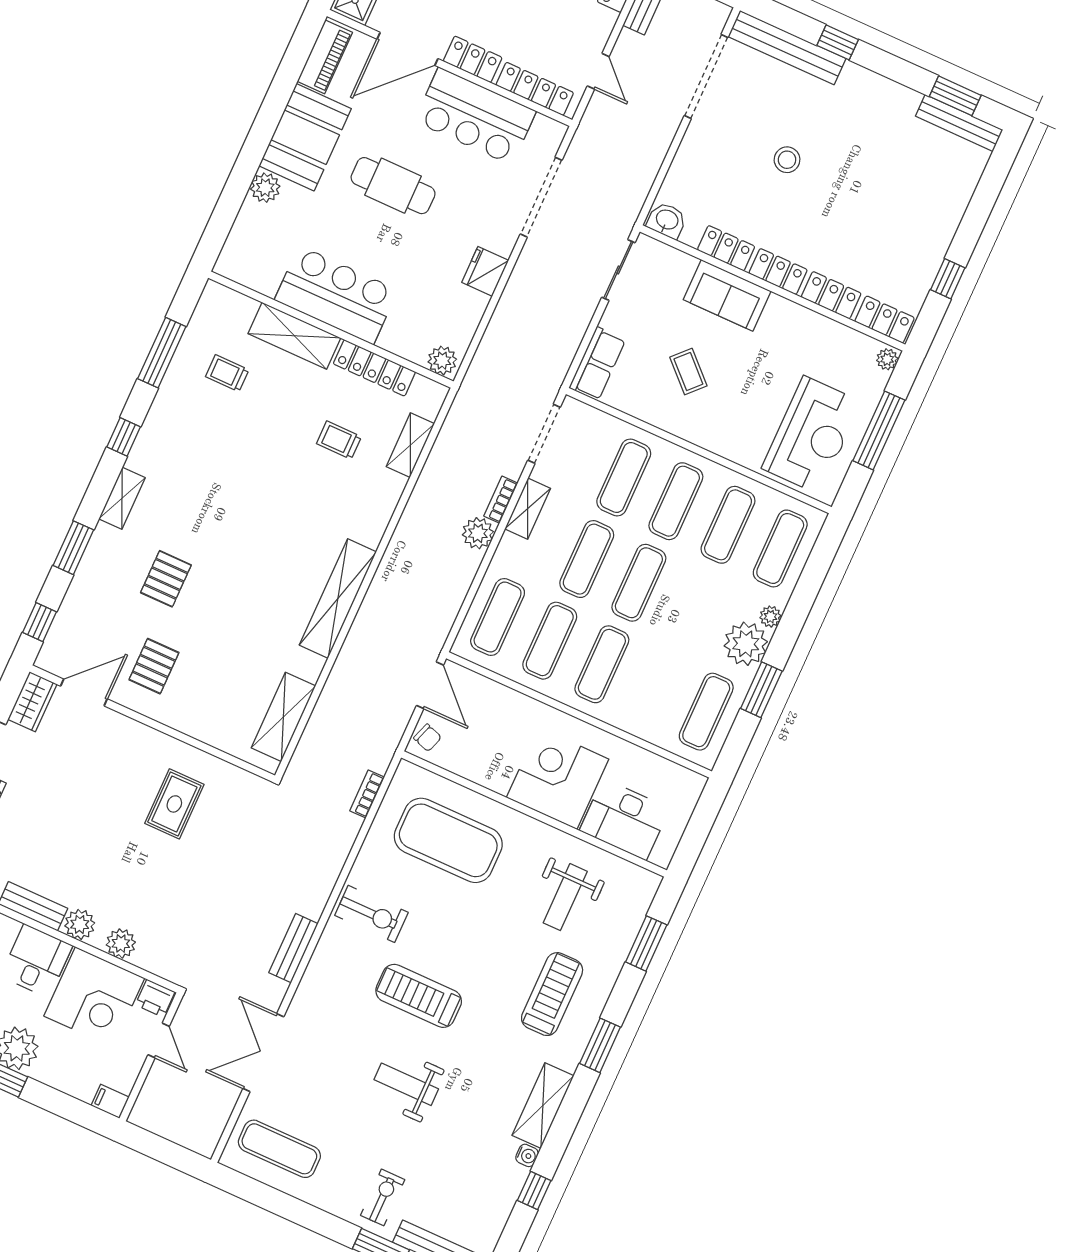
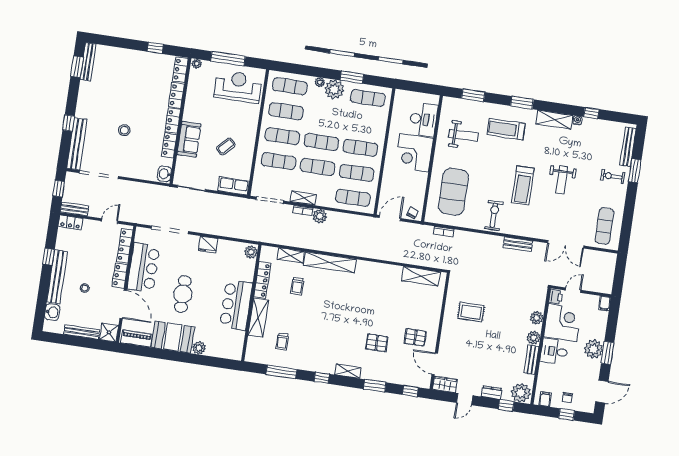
shelving: (338, 598) -> (330, 262), moved

